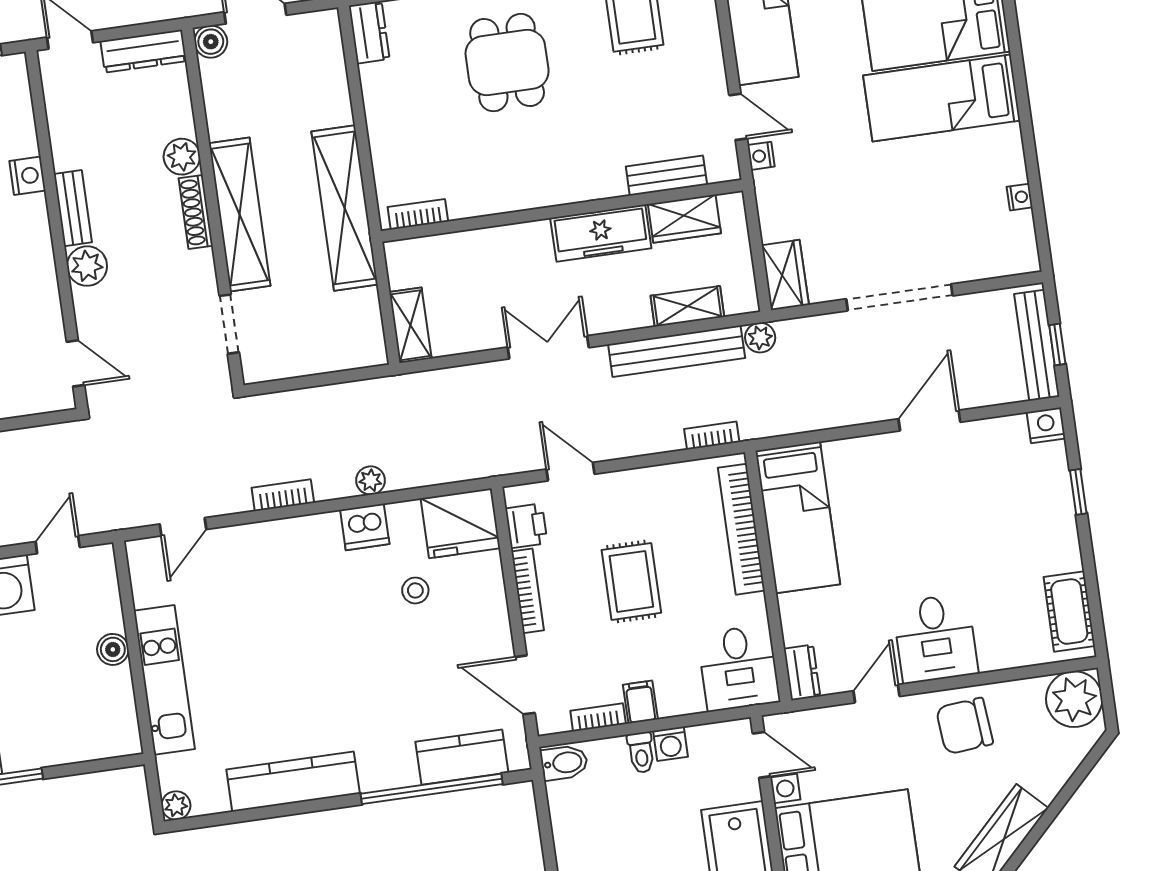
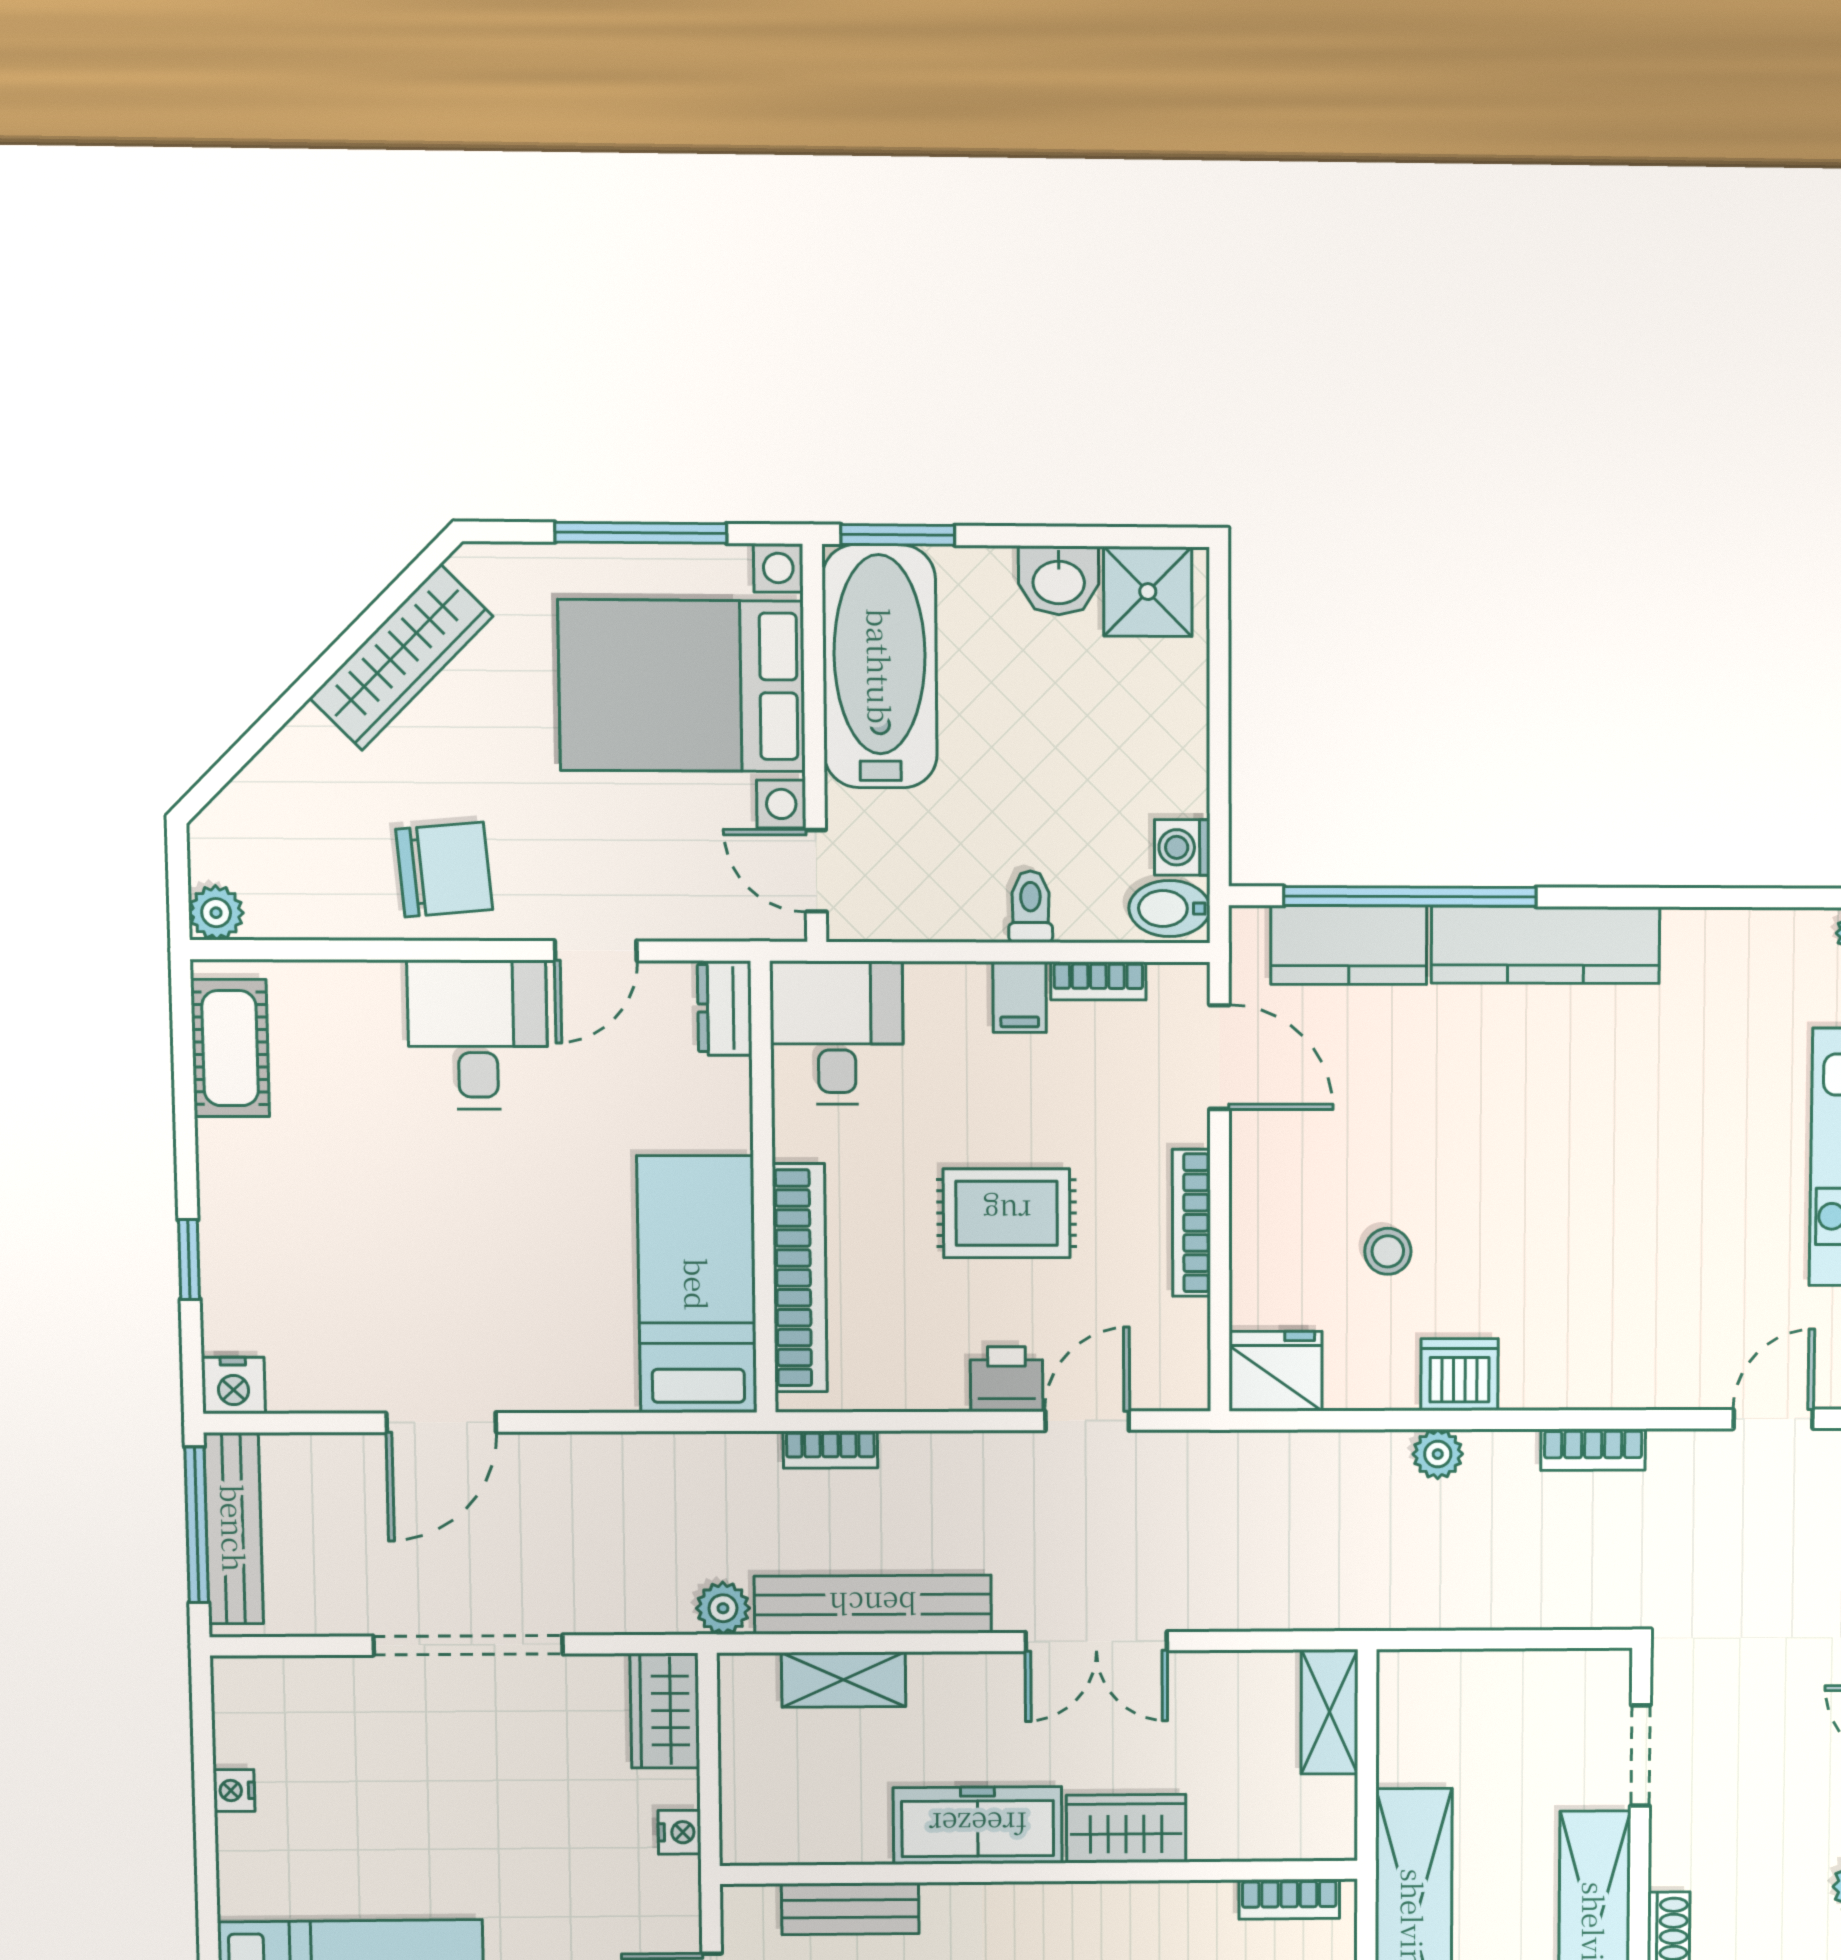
nightstand: (761, 156) -> (679, 1832), moved
wardrobe: (684, 219) -> (1126, 1829), moved
window: (1057, 344) -> (197, 1525), width x2.17
door: (570, 472) -> (1087, 1421), swing flipped
fridge: (460, 523) -> (1275, 1371), width x0.73, depth x0.75
printer: (526, 526) -> (1007, 1379), moved, turned 90
rug: (631, 581) -> (1007, 1213), turned 90
plant: (1074, 699) -> (216, 913), width x0.53, depth x0.53
washing machine: (670, 744) -> (1182, 847), moved, turned -90
kitchen counter: (293, 782) -> (1546, 945), moved

